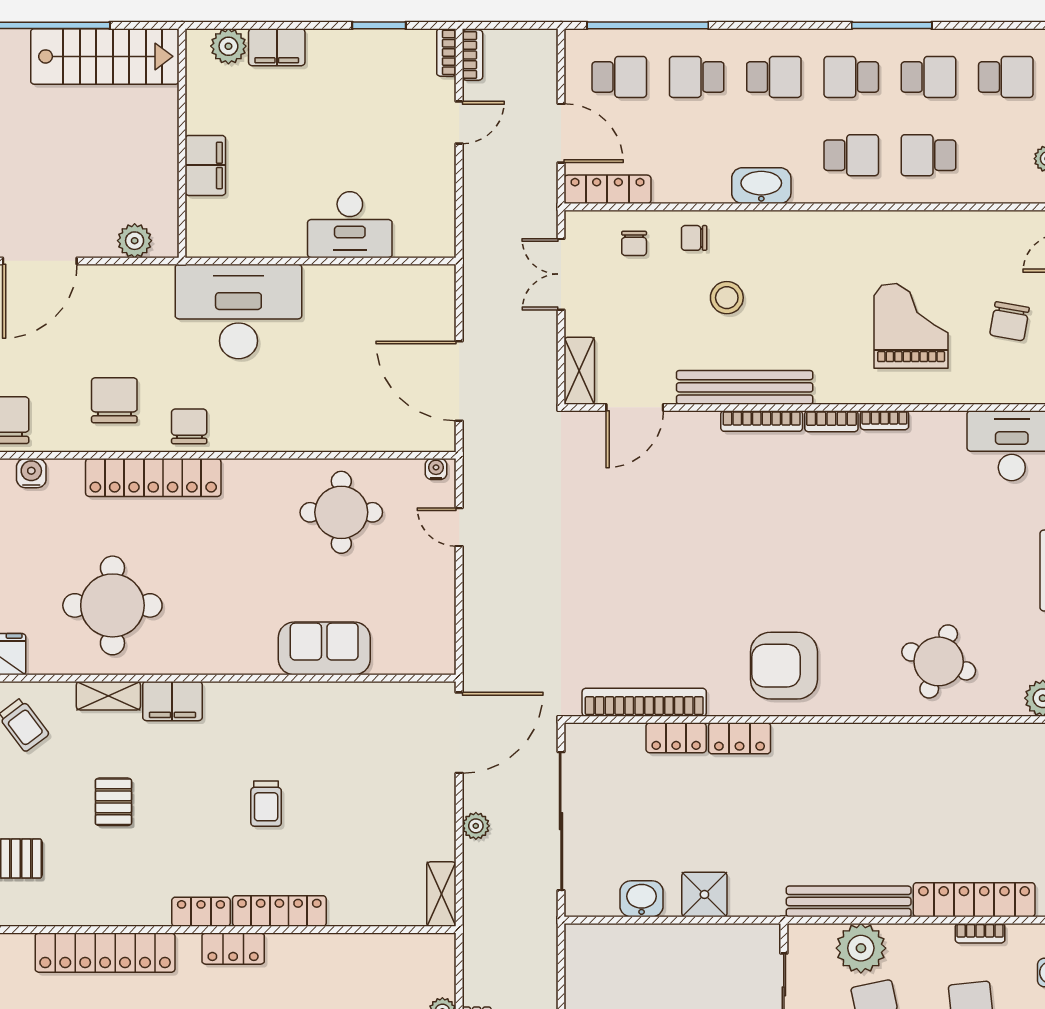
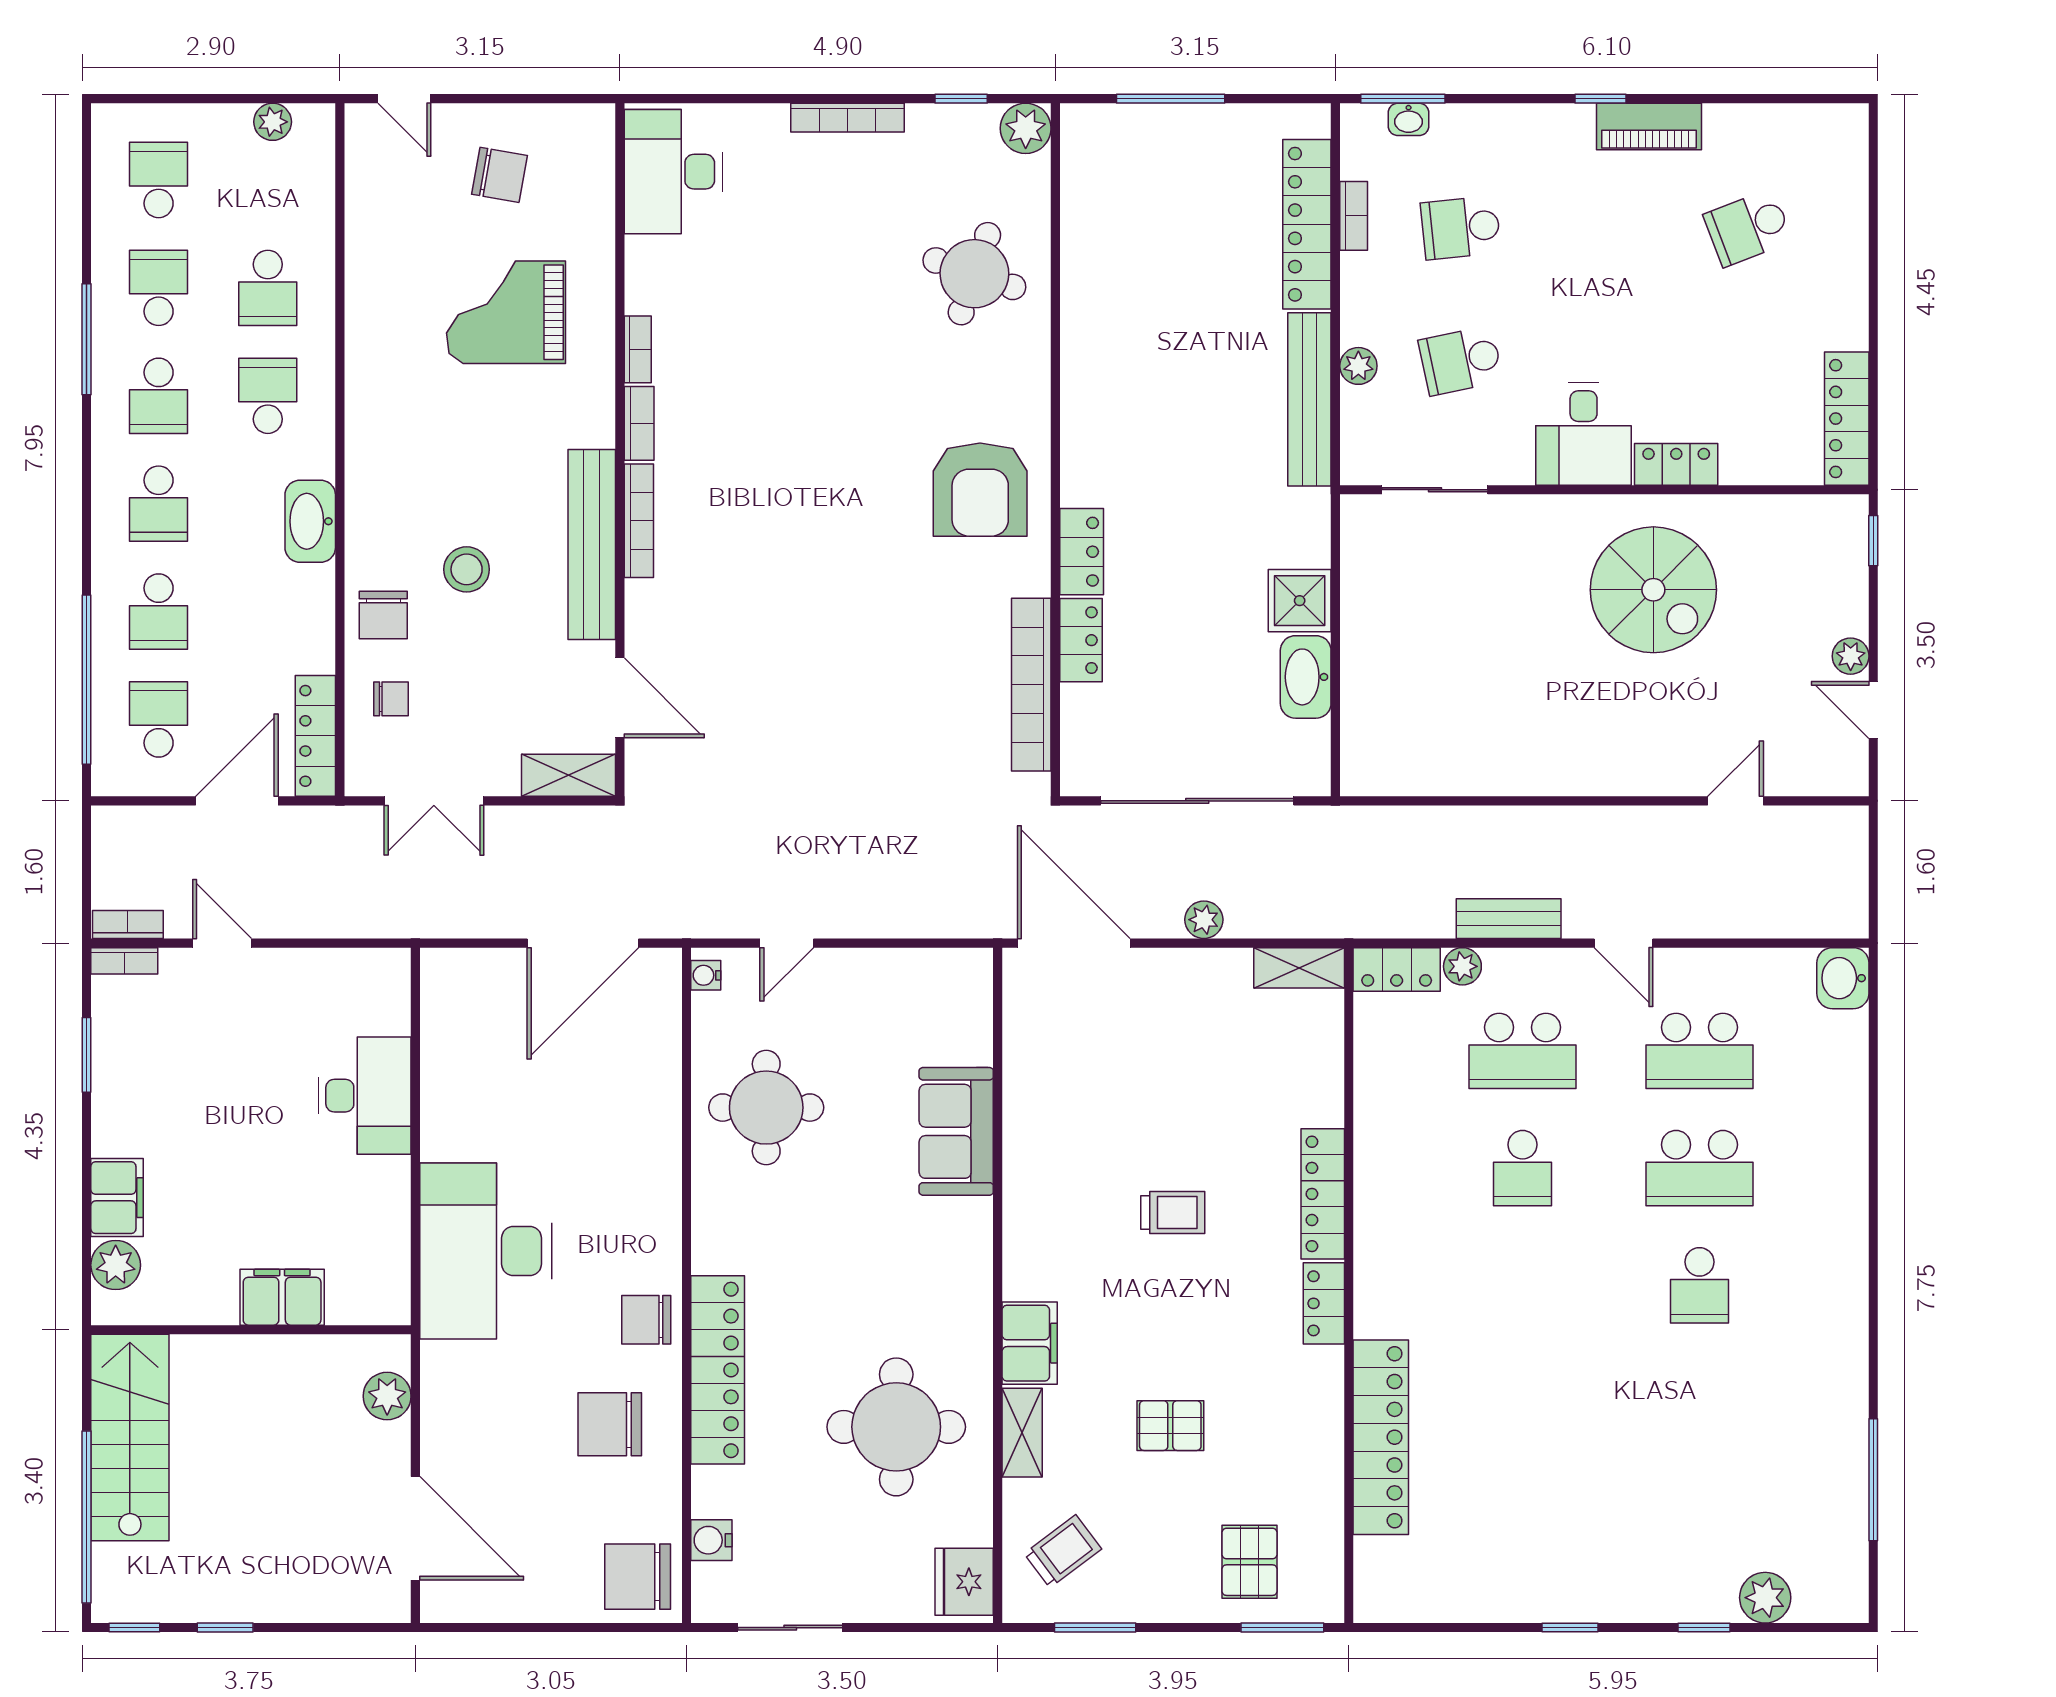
school desk: (774, 77) -> (159, 504), turned 180
chair: (694, 238) -> (383, 615), width x1.37, depth x1.37
washbasin: (642, 899) -> (1306, 677), width x1.38
plant: (861, 948) -> (1358, 366), width x0.53, depth x0.53
locker: (233, 949) -> (1397, 969), moved, turned 90

